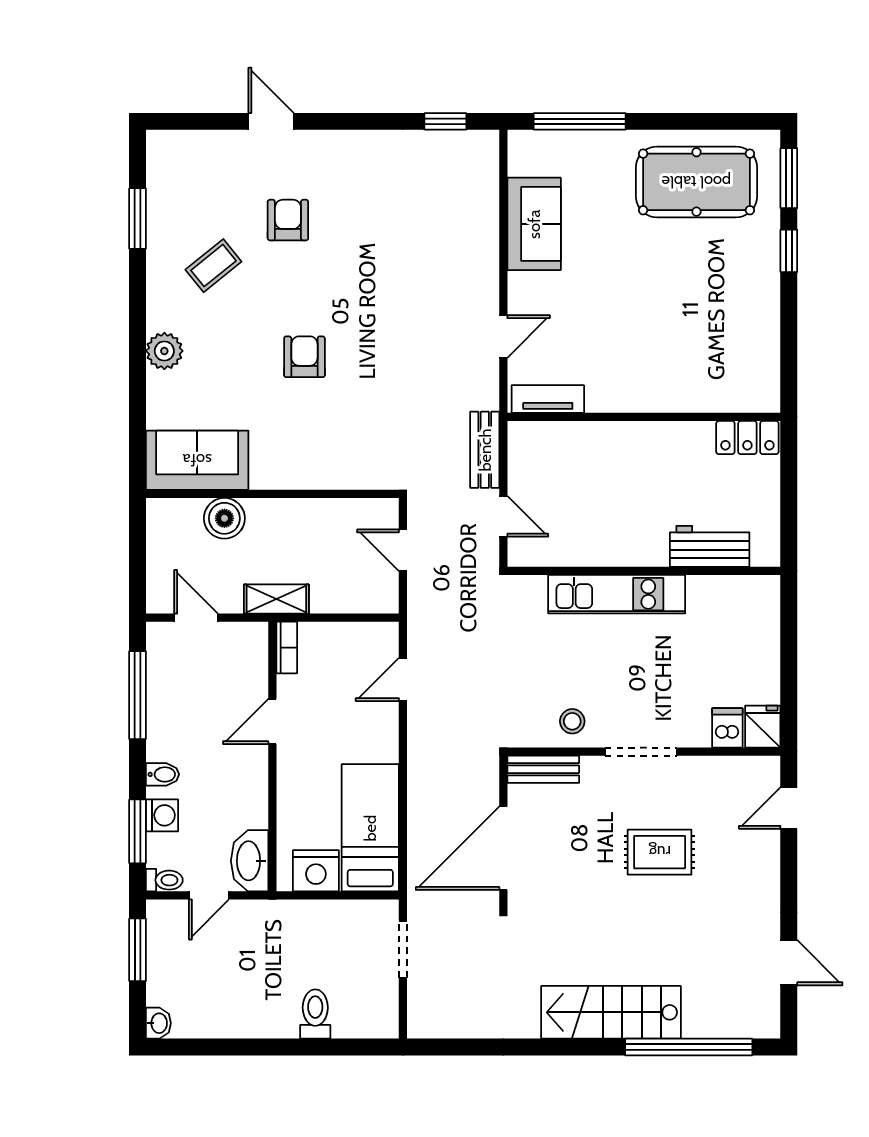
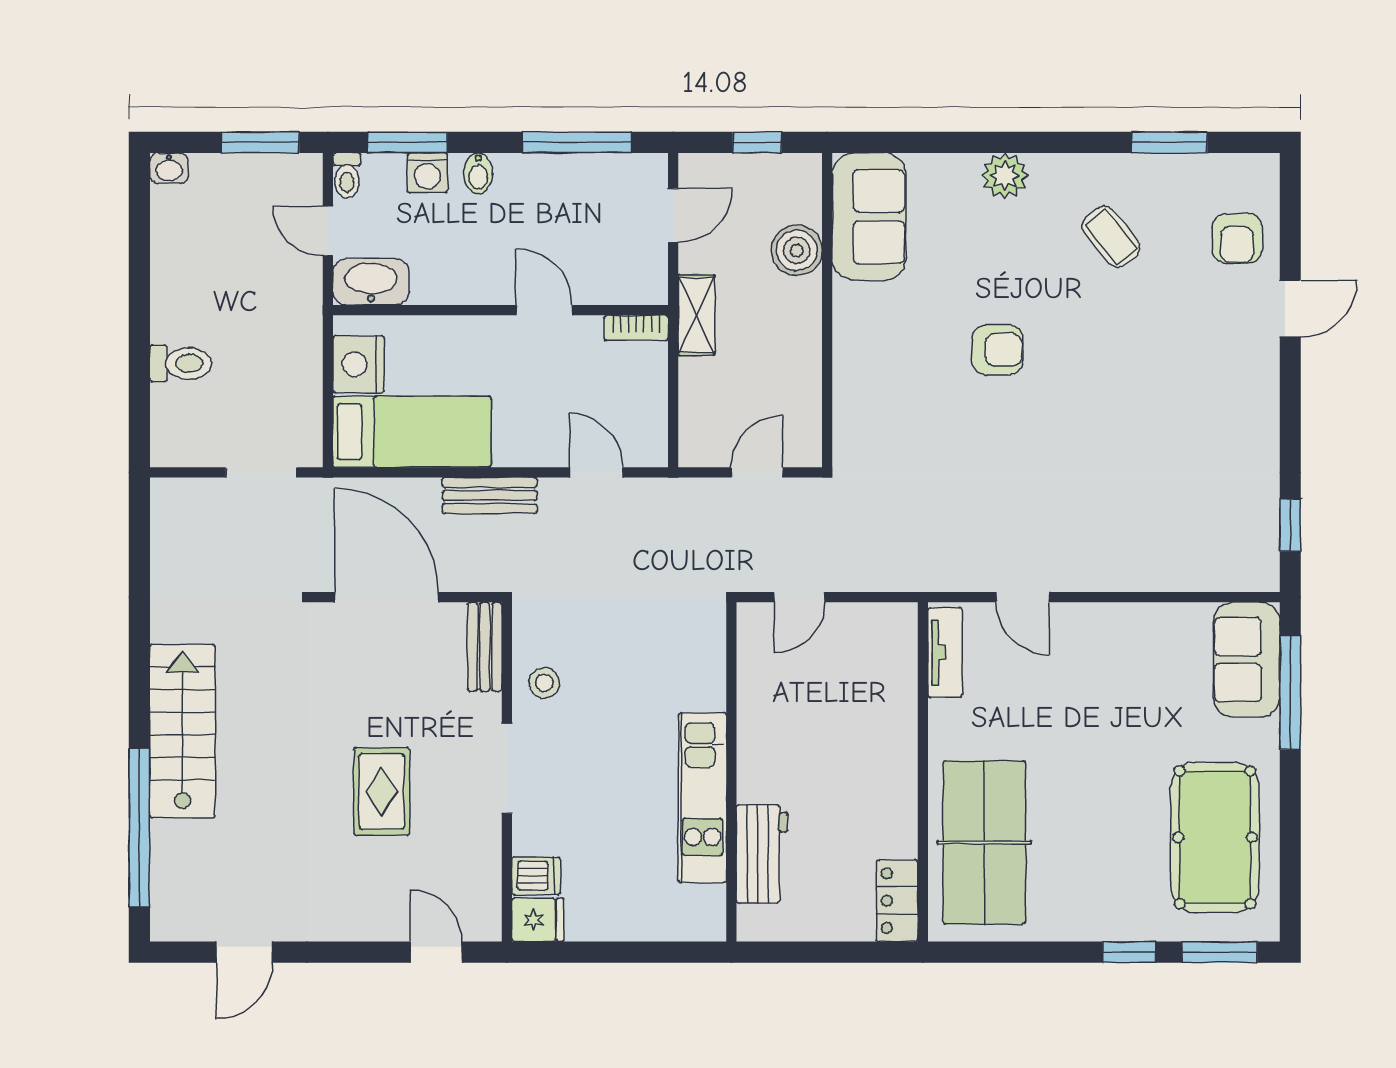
armchair: (288, 220) -> (1237, 238), moved, turned 90
sofa: (534, 224) -> (1247, 660), moved, turned 90
table tennis table: (701, 367) -> (984, 842), added
bench: (485, 450) -> (490, 495), moved
window: (138, 550) -> (757, 142), added
kitchen unit: (617, 594) -> (702, 798), moved

